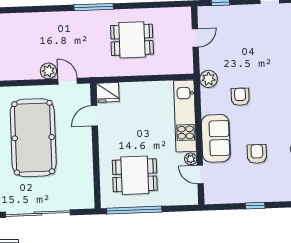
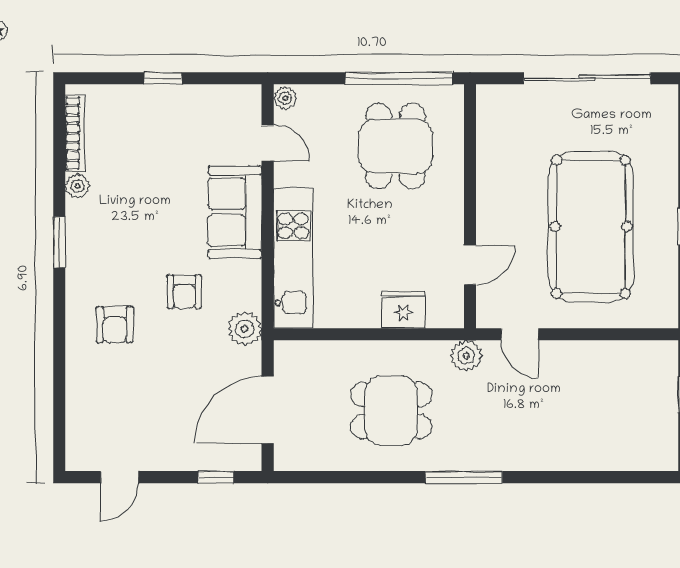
door: (195, 38) -> (268, 410), width x1.87
plant: (48, 71) -> (466, 356), moved
fridge: (108, 92) -> (403, 310), moved
armchair: (257, 154) -> (115, 325), moved
plant: (191, 159) -> (285, 98), moved
dining table: (135, 175) -> (396, 146), turned 90

